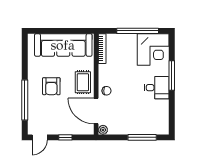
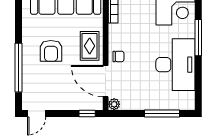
desk: (157, 88) -> (175, 65), width x1.87, depth x1.30
window: (65, 137) -> (87, 113), moved

